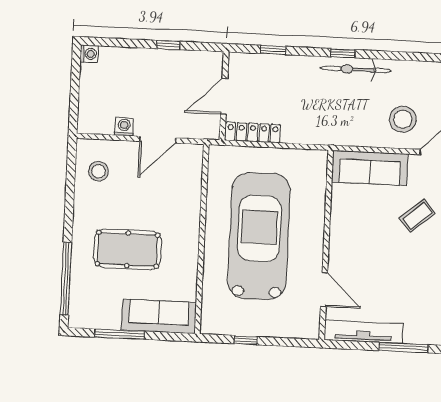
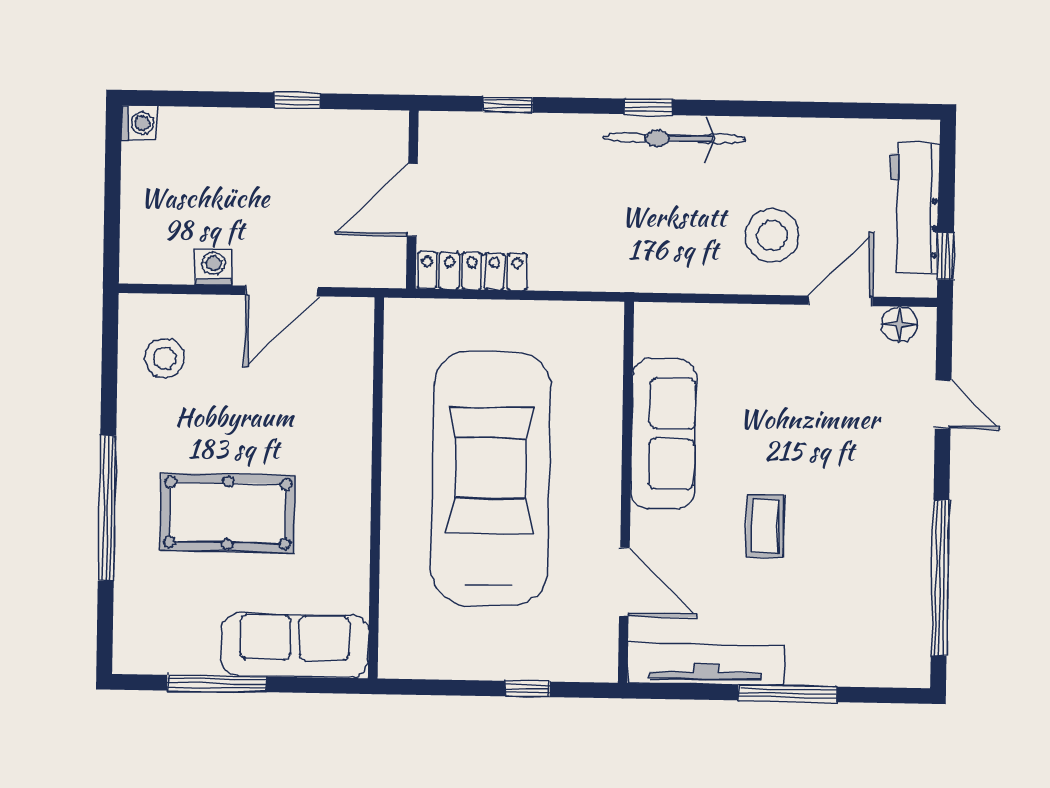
sofa: (370, 168) -> (664, 434), moved, turned -90
coffee table: (417, 216) -> (765, 526), moved, turned -50
window: (66, 279) -> (107, 508), moved
window: (246, 340) -> (527, 689), moved

